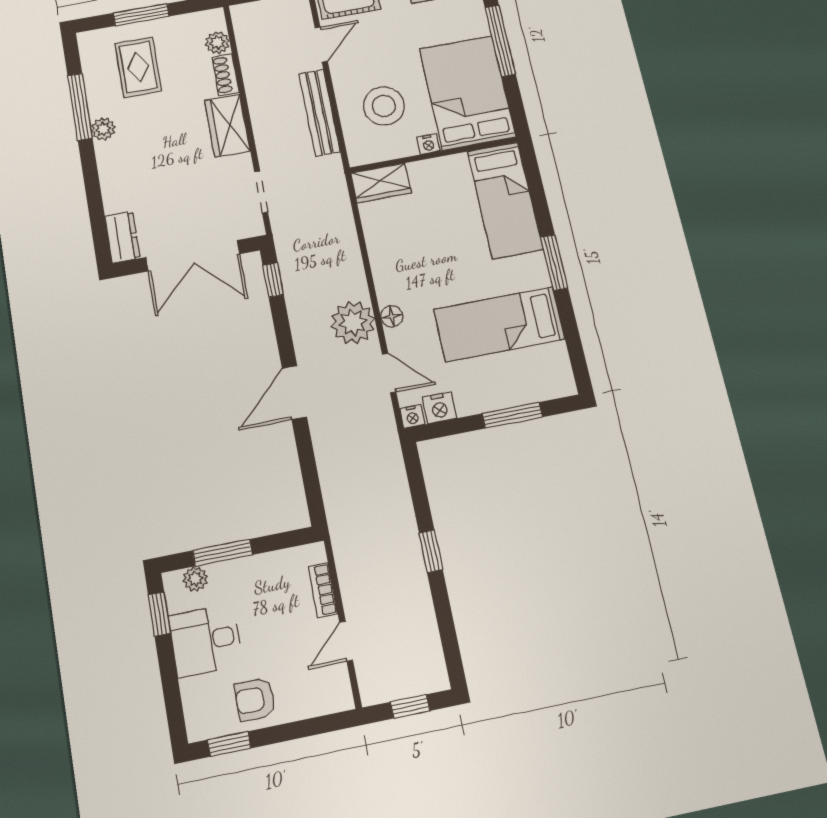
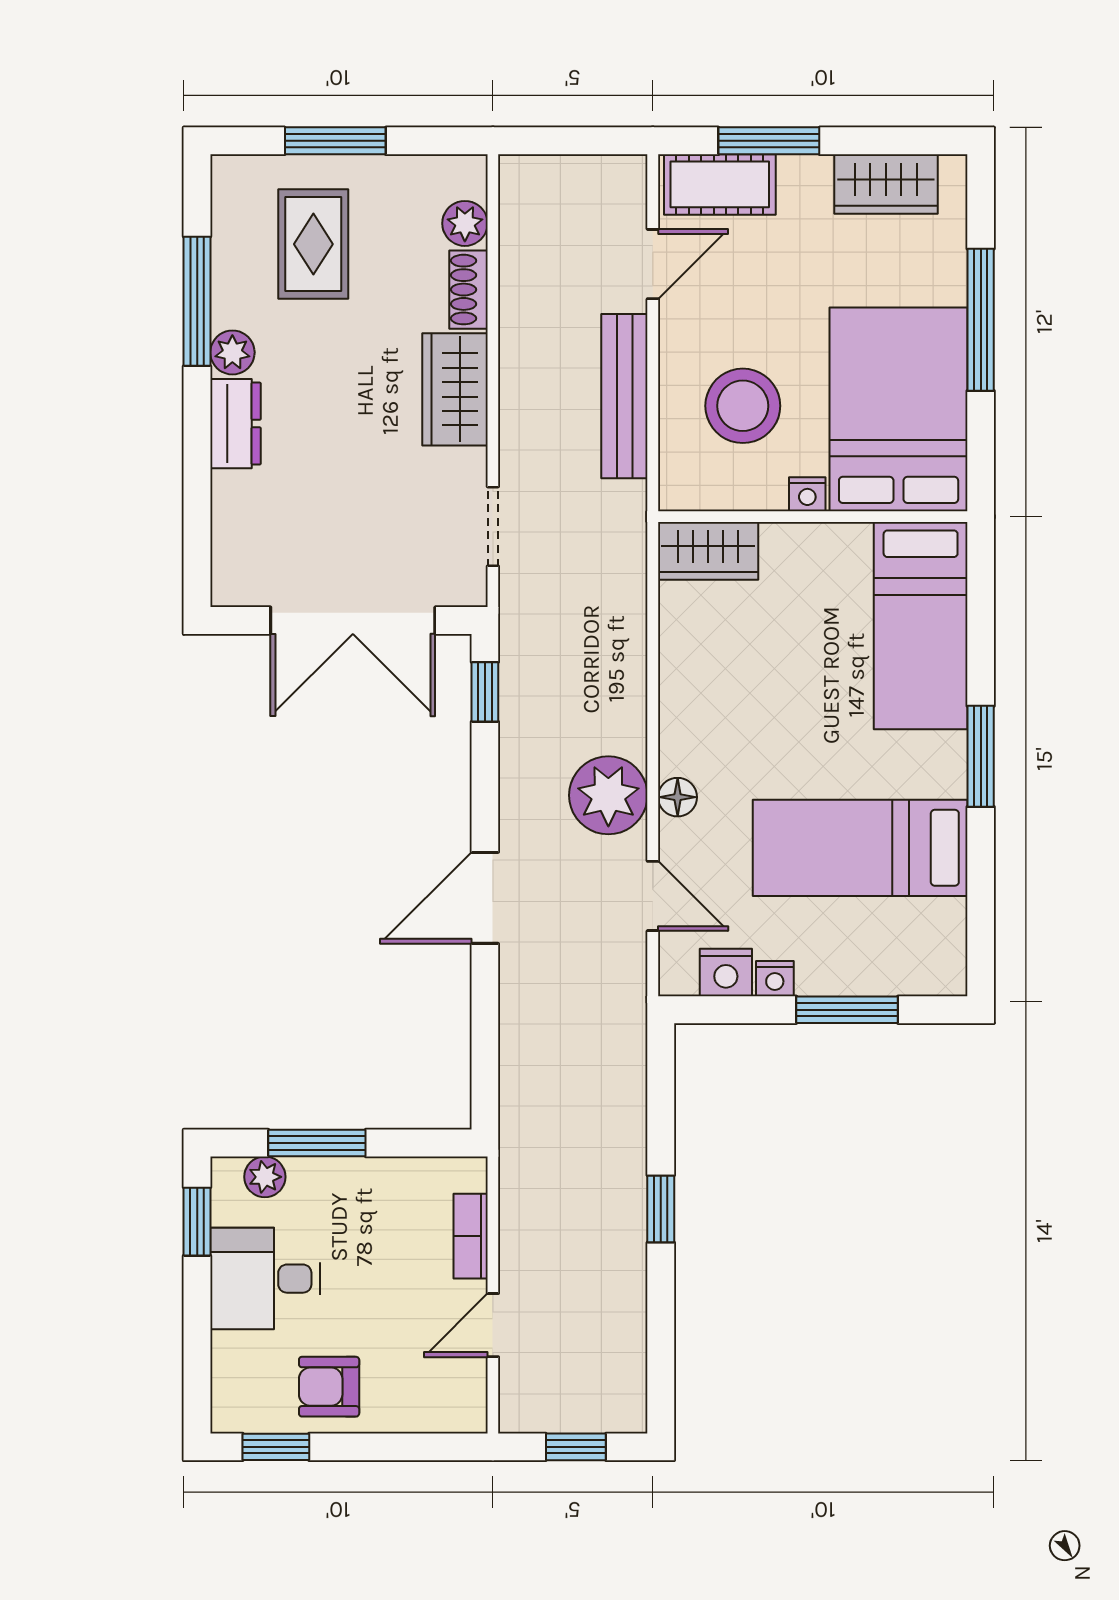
dresser: (122, 237) -> (236, 424), moved
nightstand: (412, 417) -> (775, 979), moved

